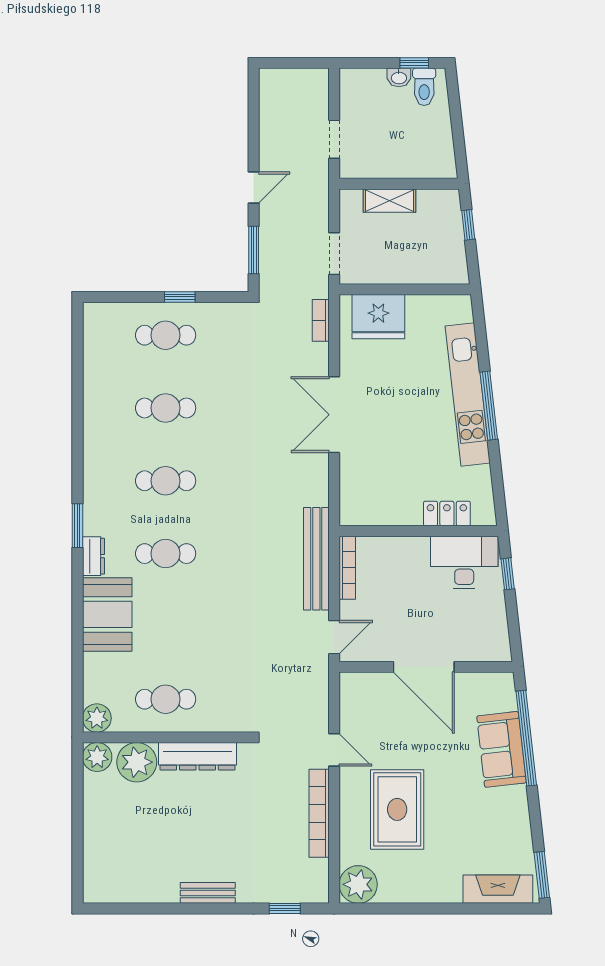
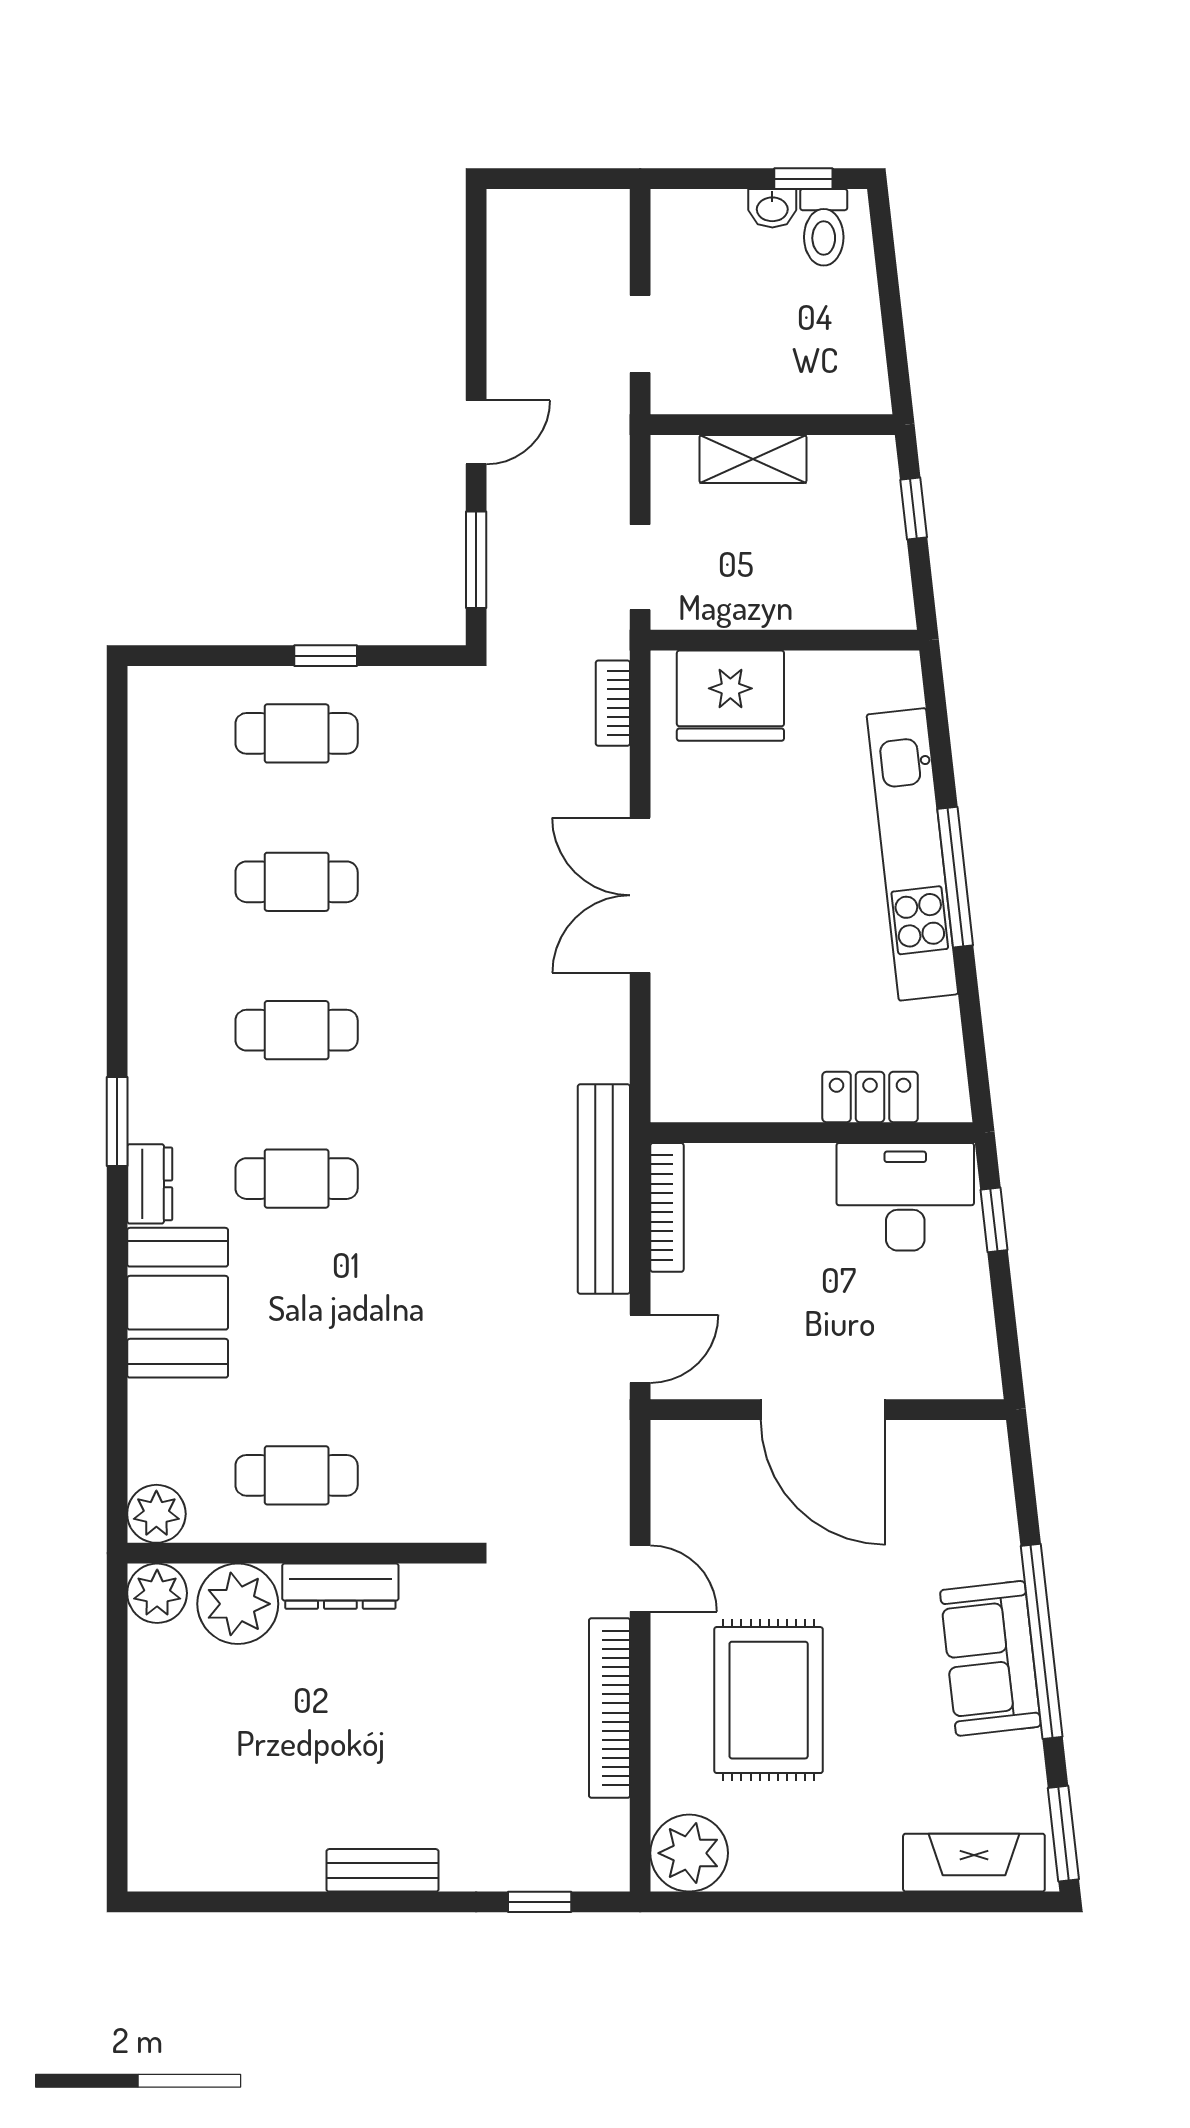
window: (526, 738) -> (1042, 1641), moved
sofa: (501, 749) -> (990, 1658), moved
dresser: (197, 756) -> (340, 1586), width x0.73, depth x0.80

